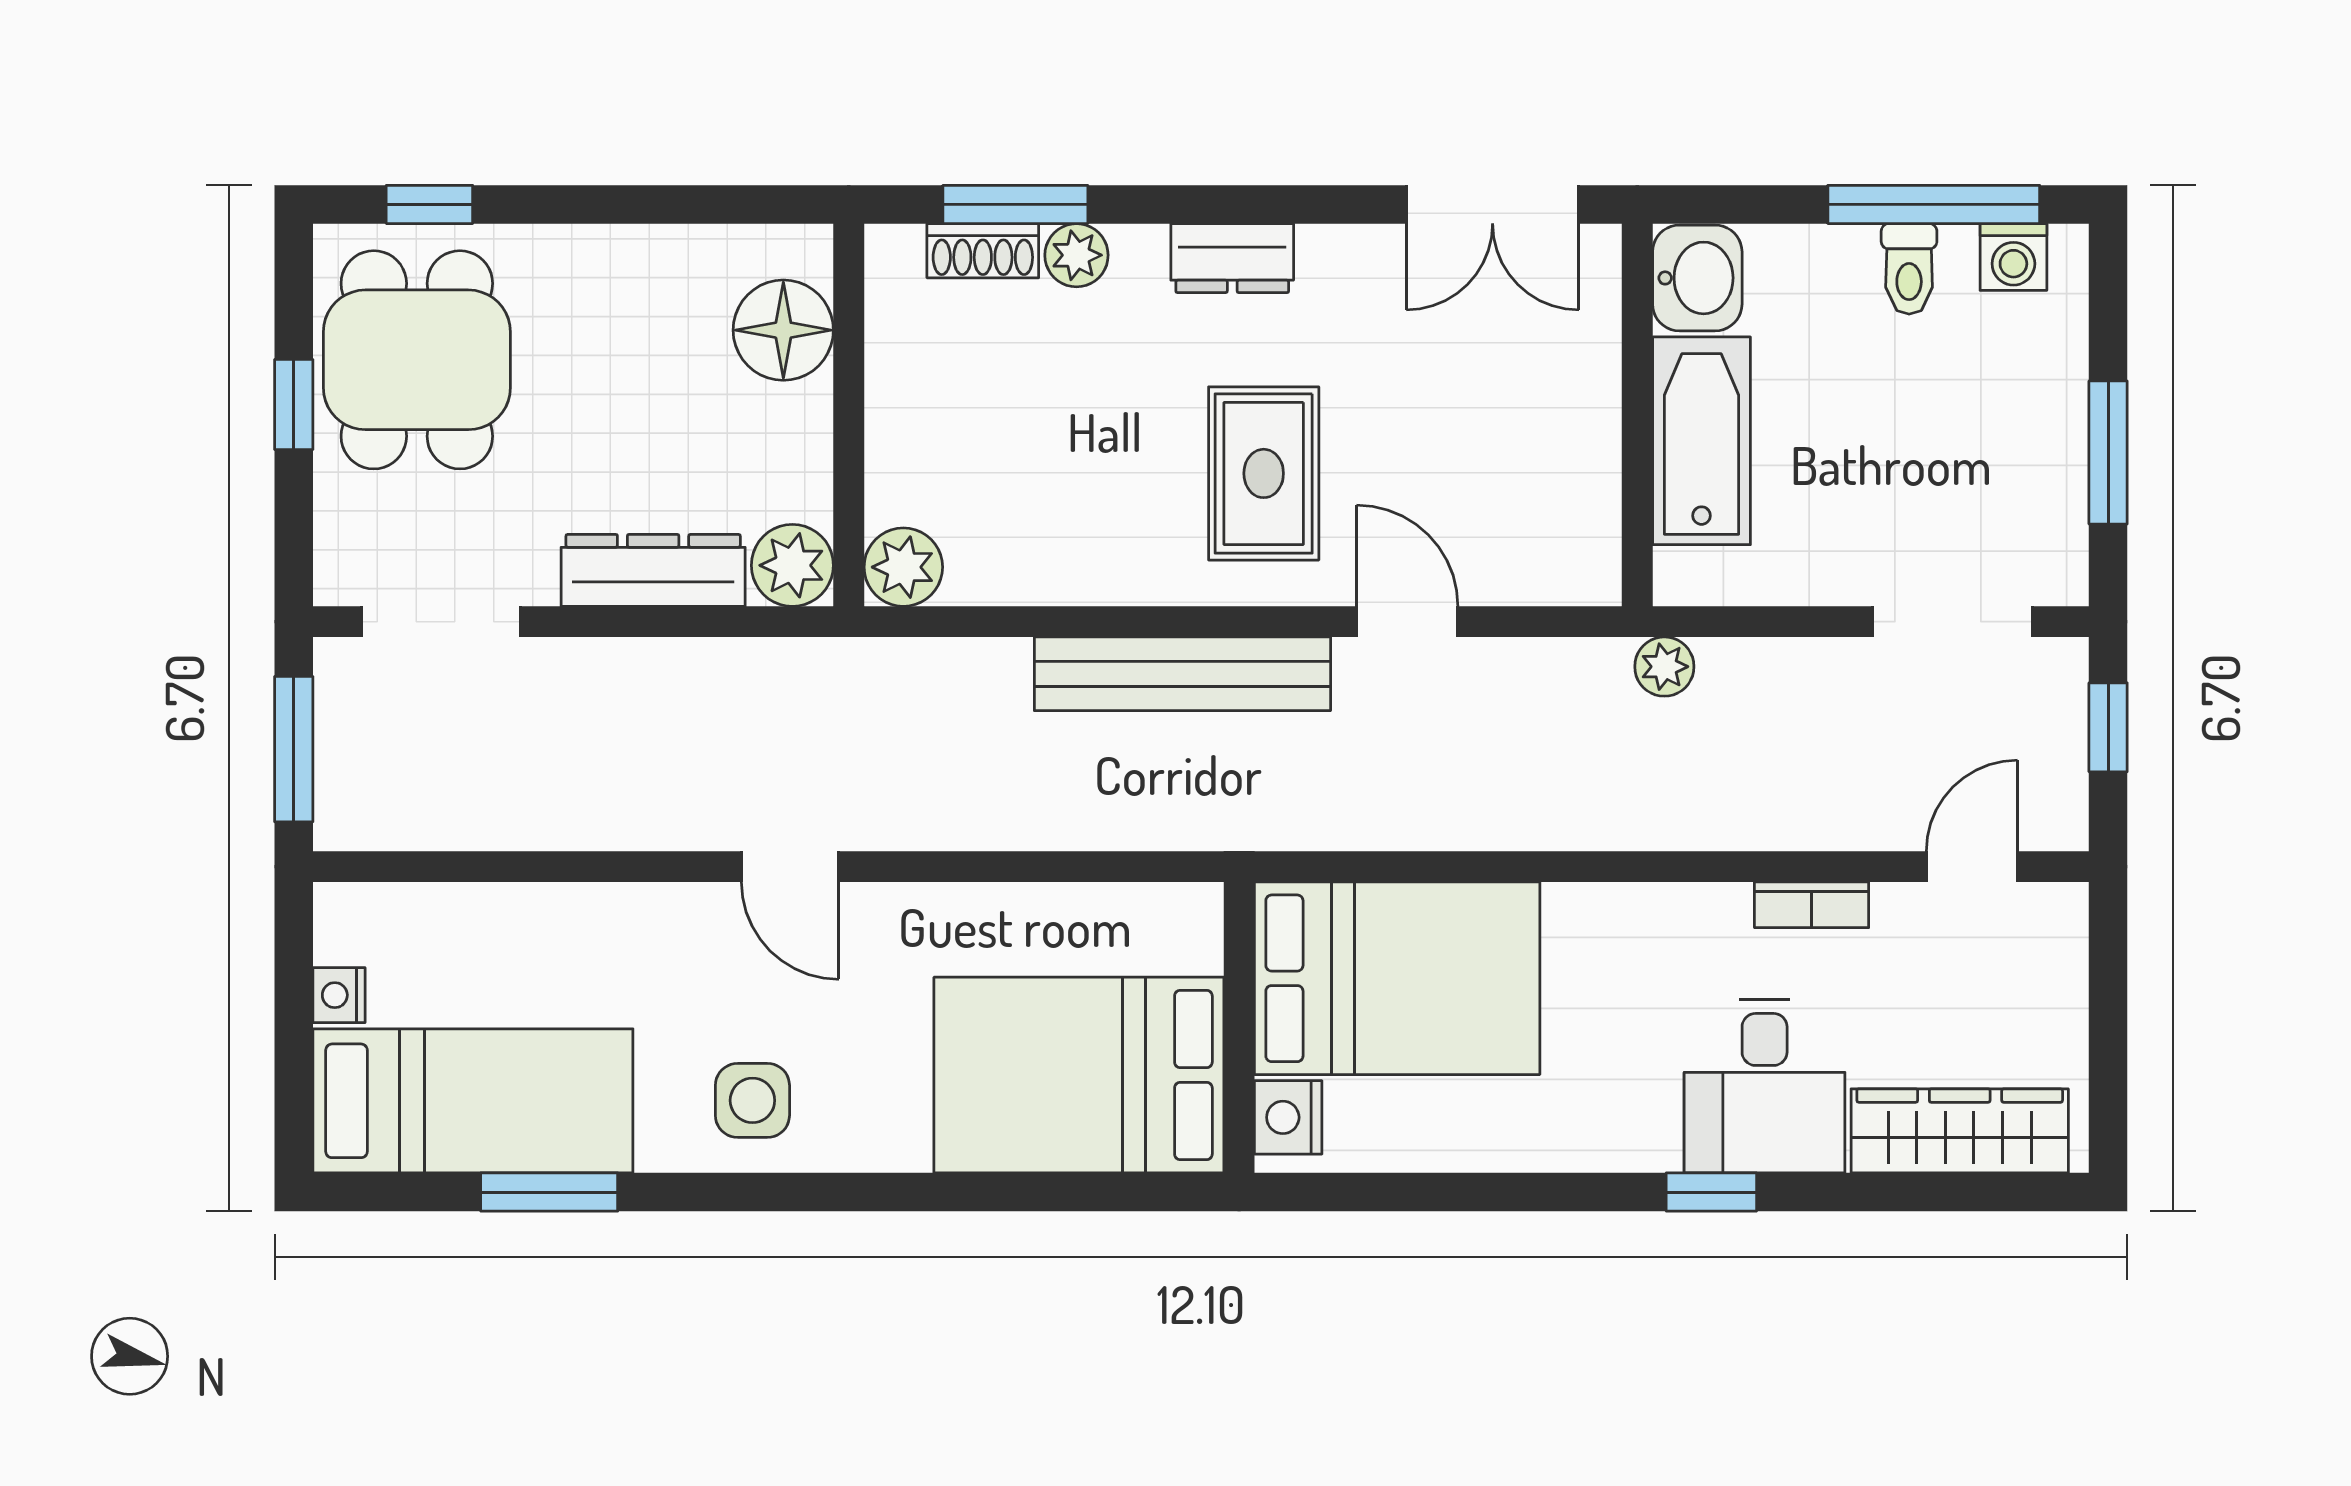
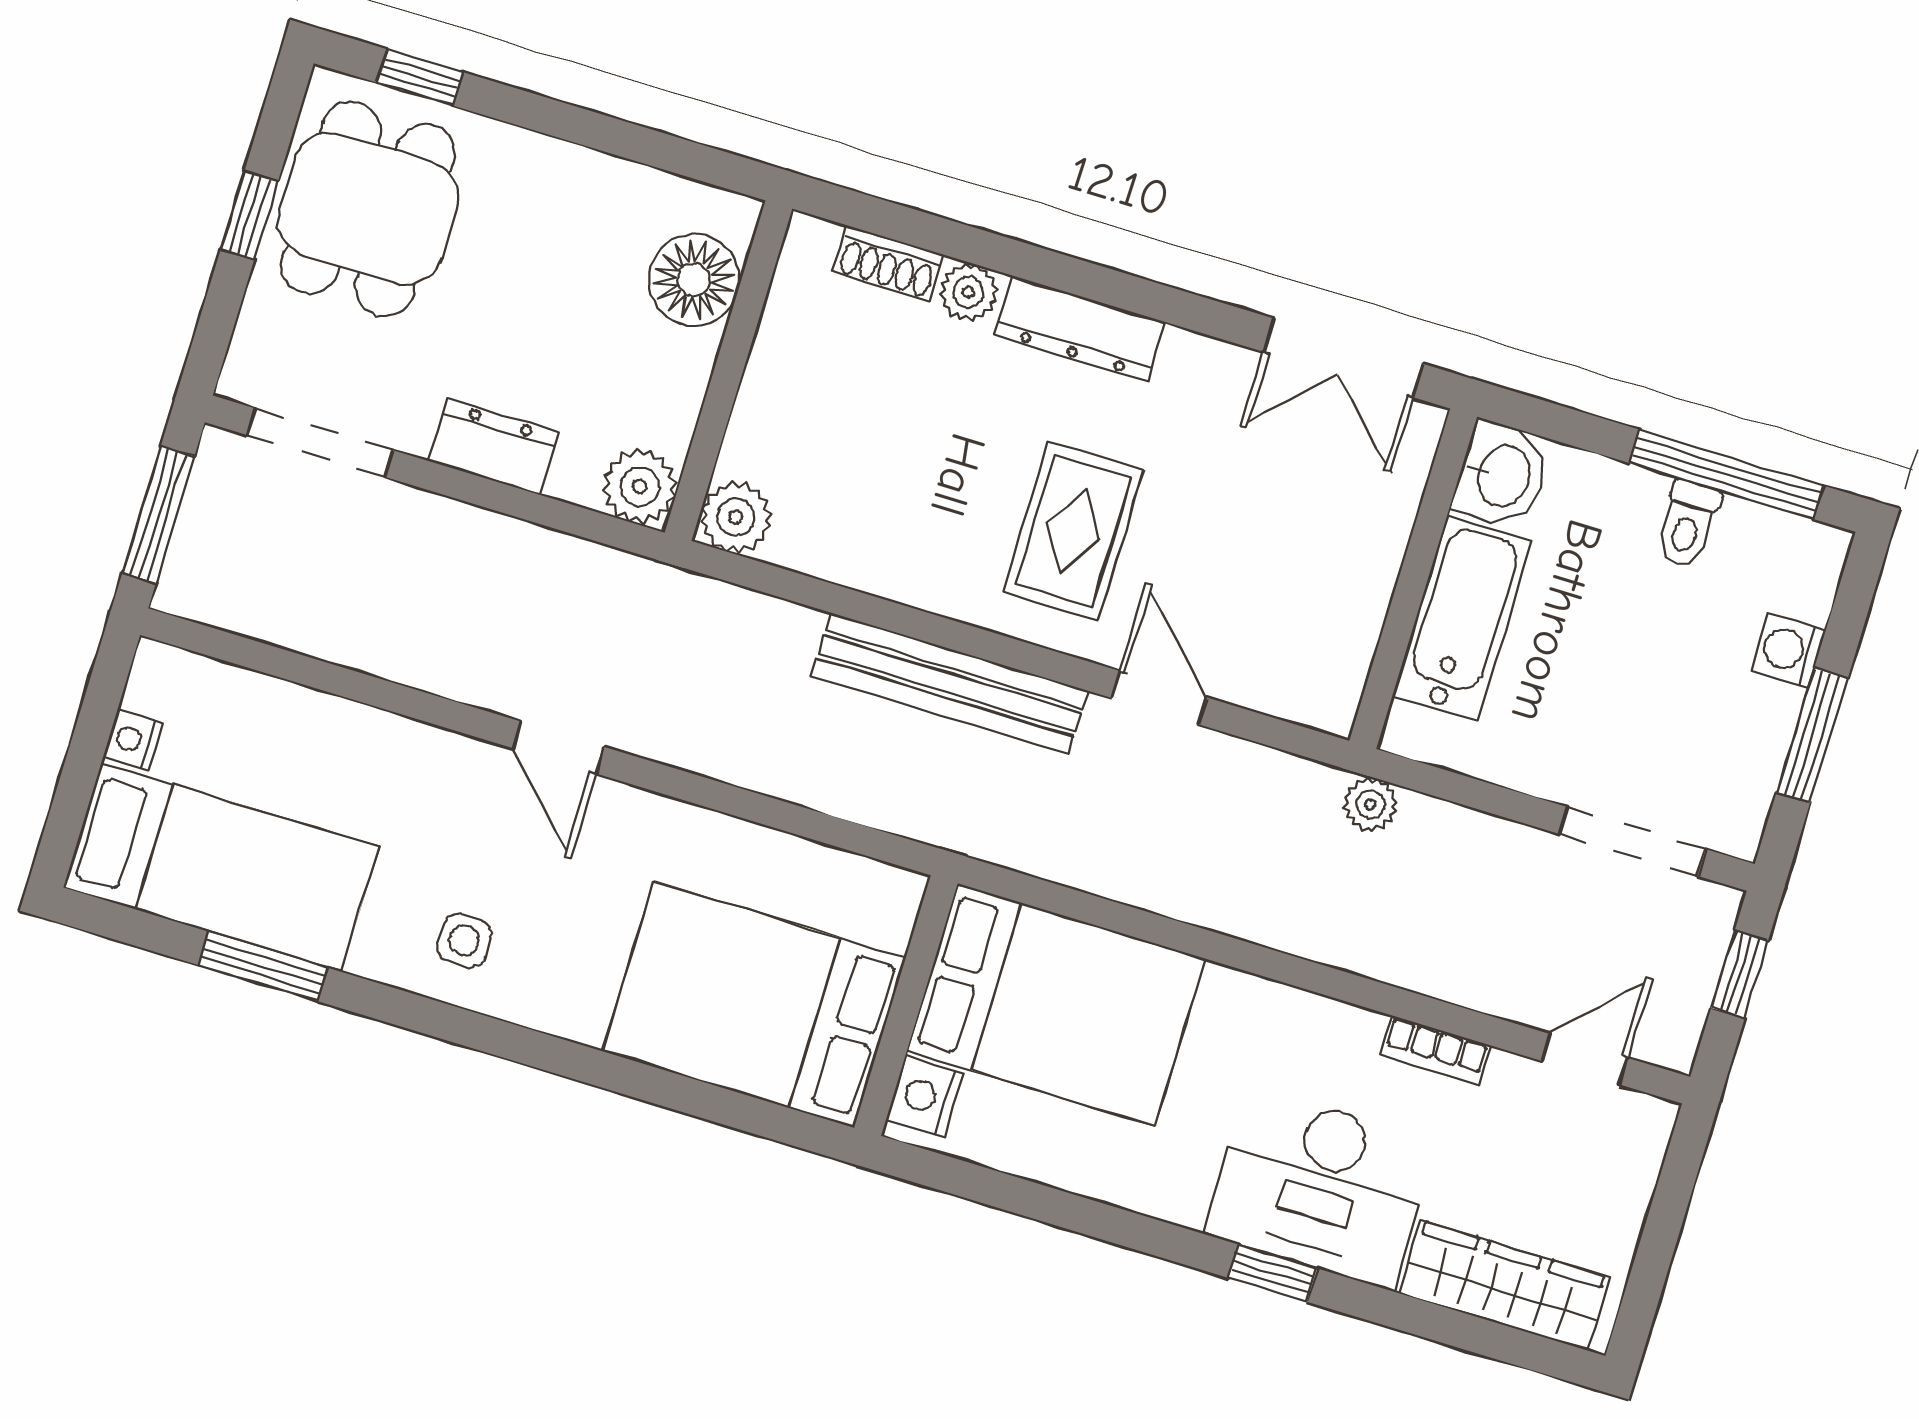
window: (1015, 204) -> (929, 232), removed
washing machine: (2013, 257) -> (1788, 650), moved, turned 90
dresser: (1232, 258) -> (1080, 329), width x1.44
dresser: (653, 570) -> (493, 447), width x0.70
desk: (1765, 1086) -> (1321, 1187), width x1.37
side table: (752, 1100) -> (464, 941), width x0.73, depth x0.73

